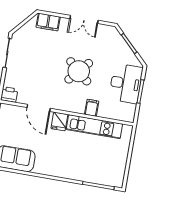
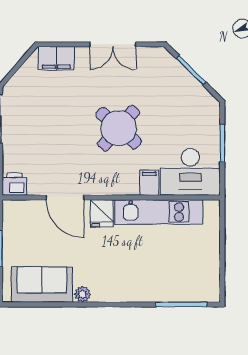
desk: (126, 83) -> (190, 172), moved, turned 90
plant: (39, 169) -> (82, 294), added

